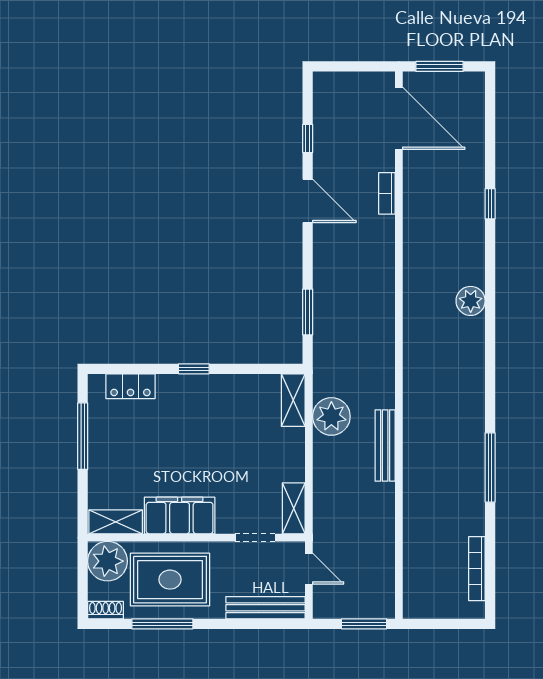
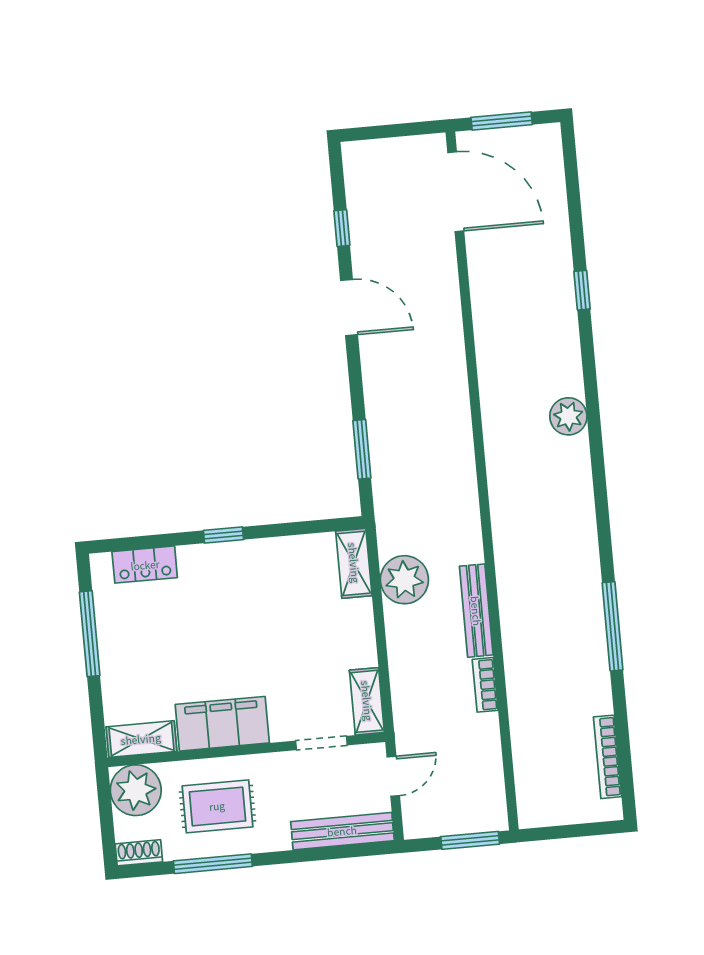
bookcase: (387, 193) -> (485, 685), moved
door: (309, 569) -> (393, 776), hinge flipped
rug: (170, 580) -> (217, 806), width x0.73, depth x0.70

